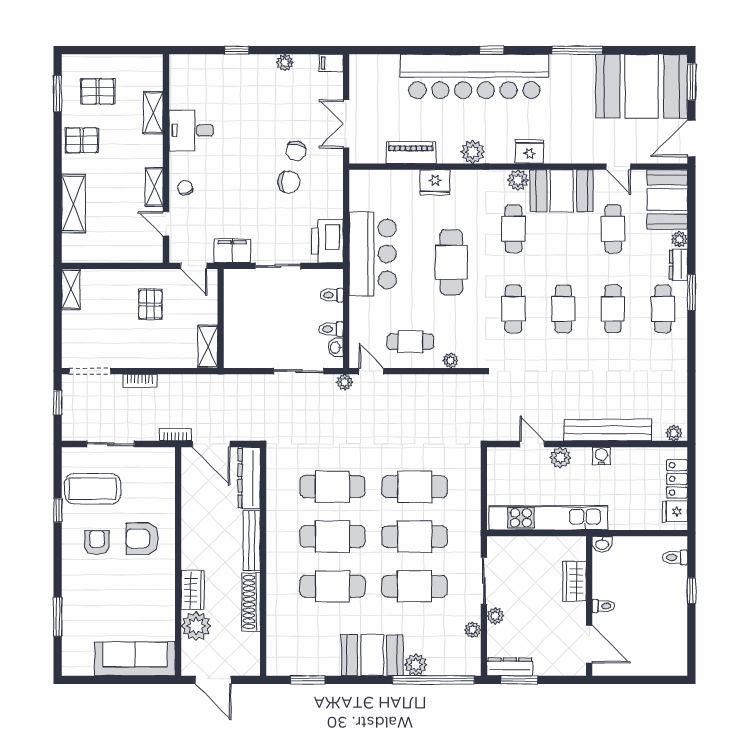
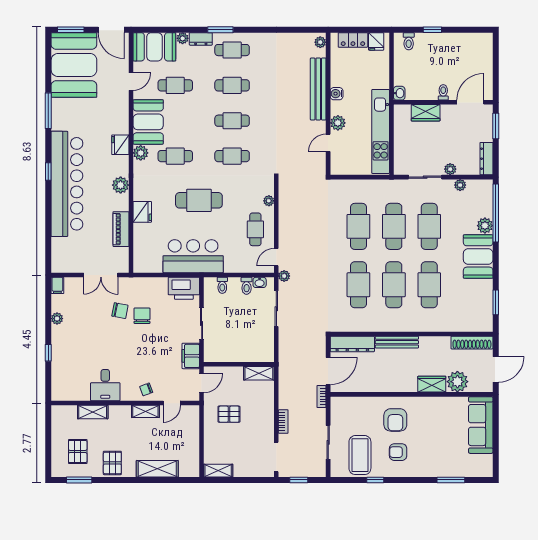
shoe rack: (251, 602) -> (472, 343), moved
window: (519, 680) -> (496, 126), moved

